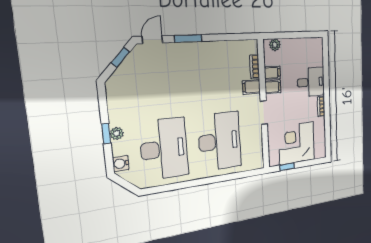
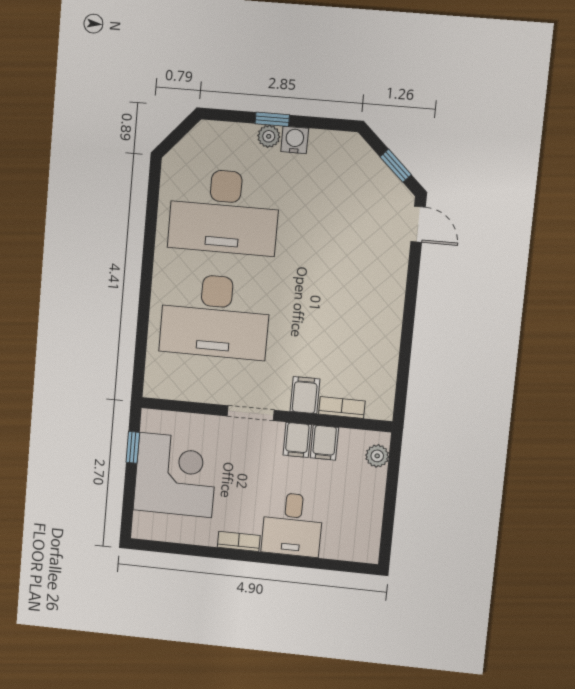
window: (188, 38) -> (412, 288), removed
water cooler: (121, 163) -> (295, 140), moved

